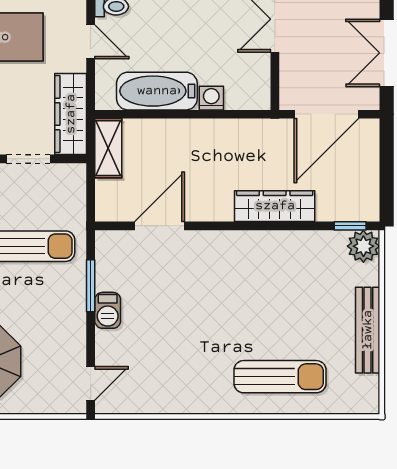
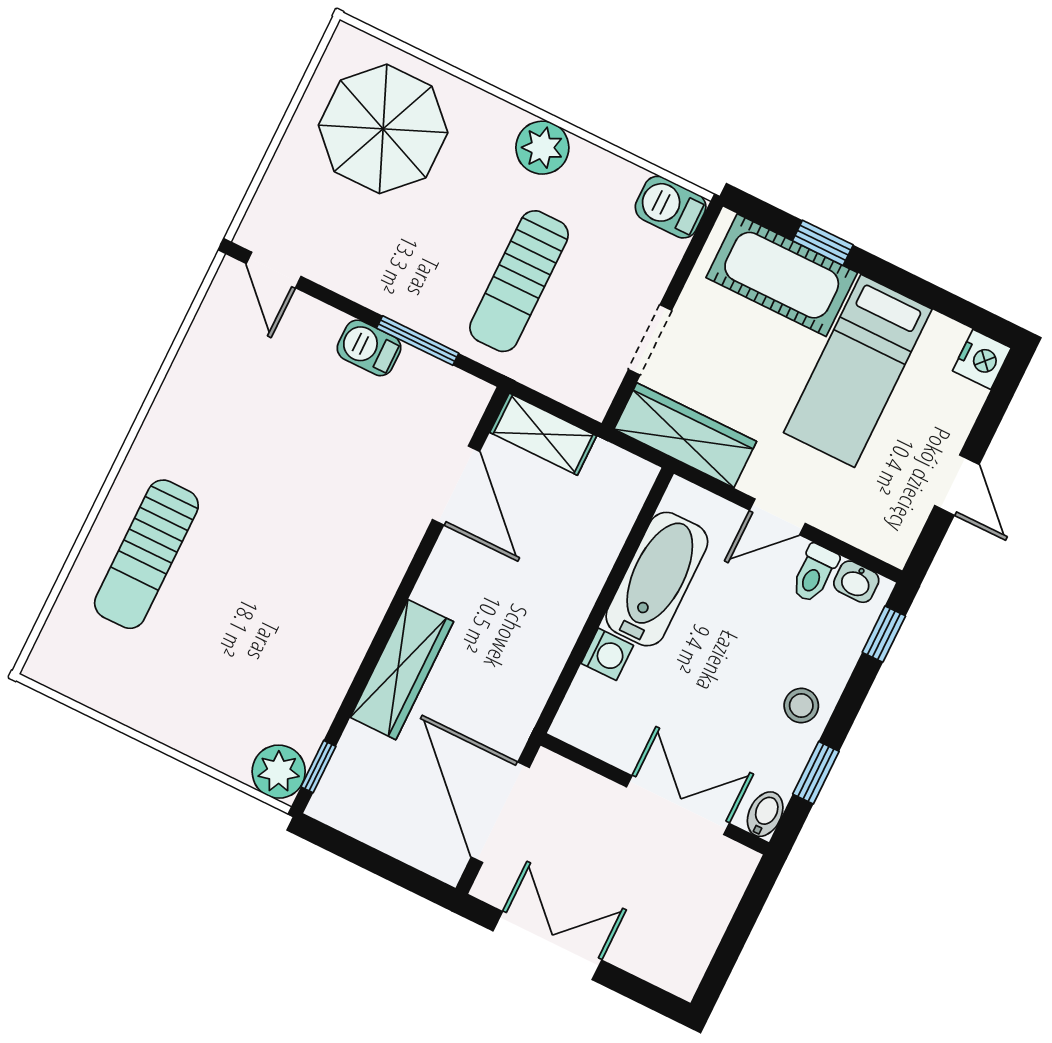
shelving: (108, 148) -> (543, 434), moved
bench: (368, 330) -> (152, 717), removed

